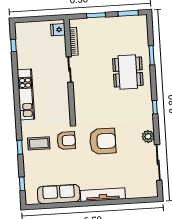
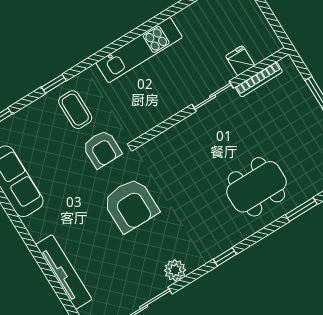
fridge: (58, 30) -> (240, 61), moved
tv unit: (103, 195) -> (64, 272), moved

